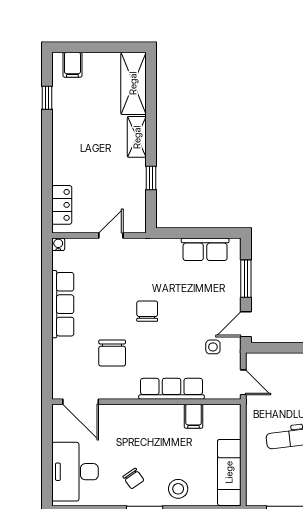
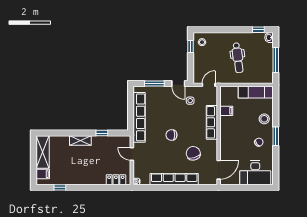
shelving: (133, 83) -> (43, 152), moved, turned 90
row of seats: (205, 249) -> (139, 117), width x2.02
row of seats: (63, 304) -> (174, 179), width x1.36
chair: (112, 353) -> (193, 153), turned -106

